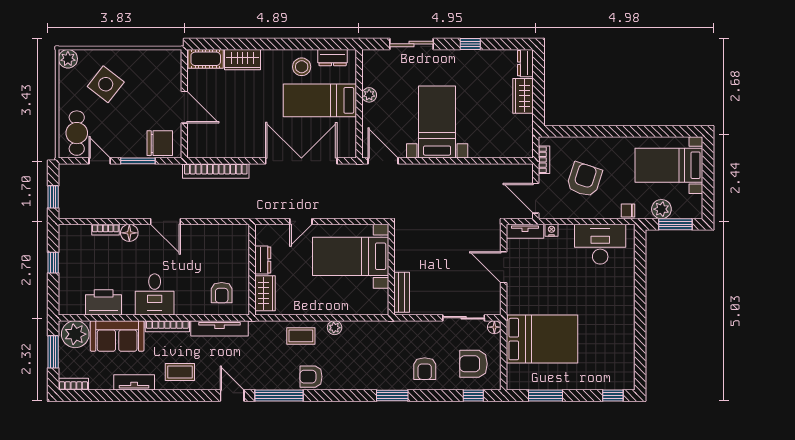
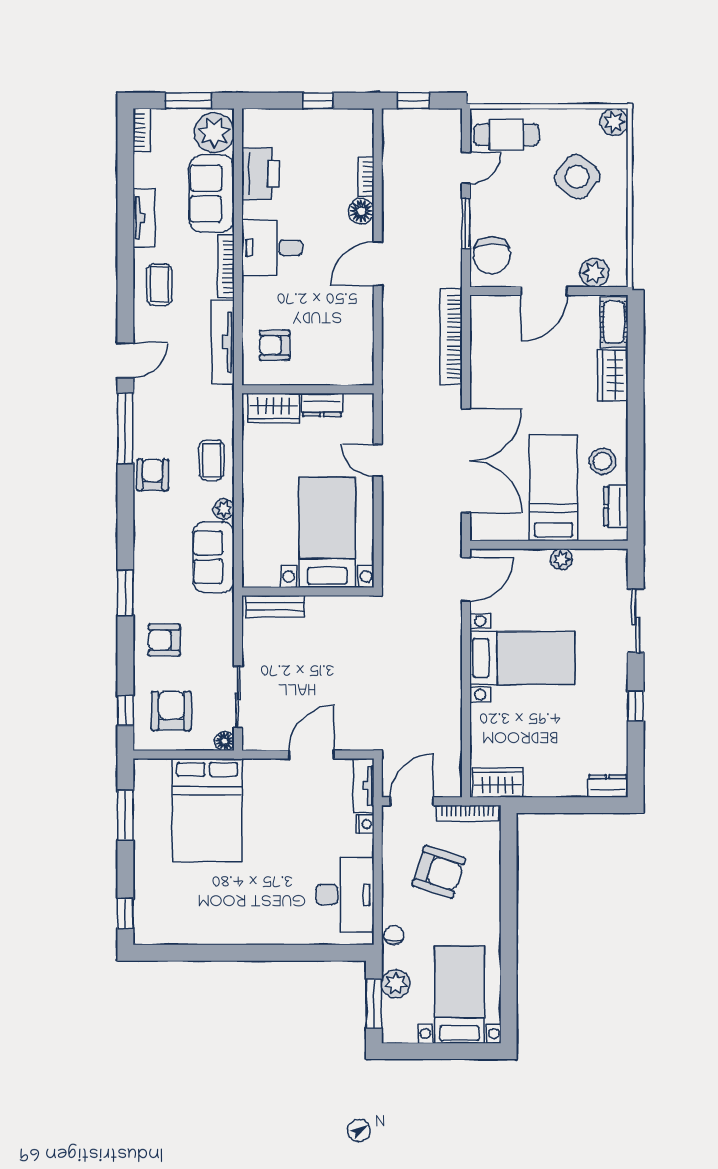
plant: (172, 72) -> (594, 273), added
wardrobe: (523, 96) -> (498, 783), moved
bookcase: (544, 160) -> (467, 813), width x1.56
sofa: (368, 335) -> (213, 557), added

